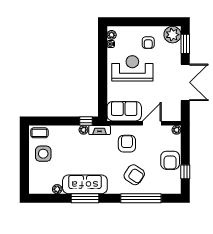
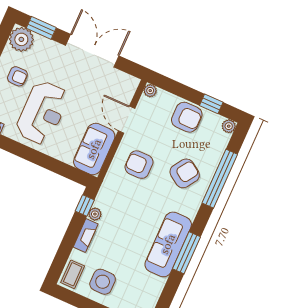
reception desk: (132, 68) -> (42, 113), turned 180
fireplace: (100, 130) -> (86, 236), moved
plant: (57, 189) -> (229, 126), moved

